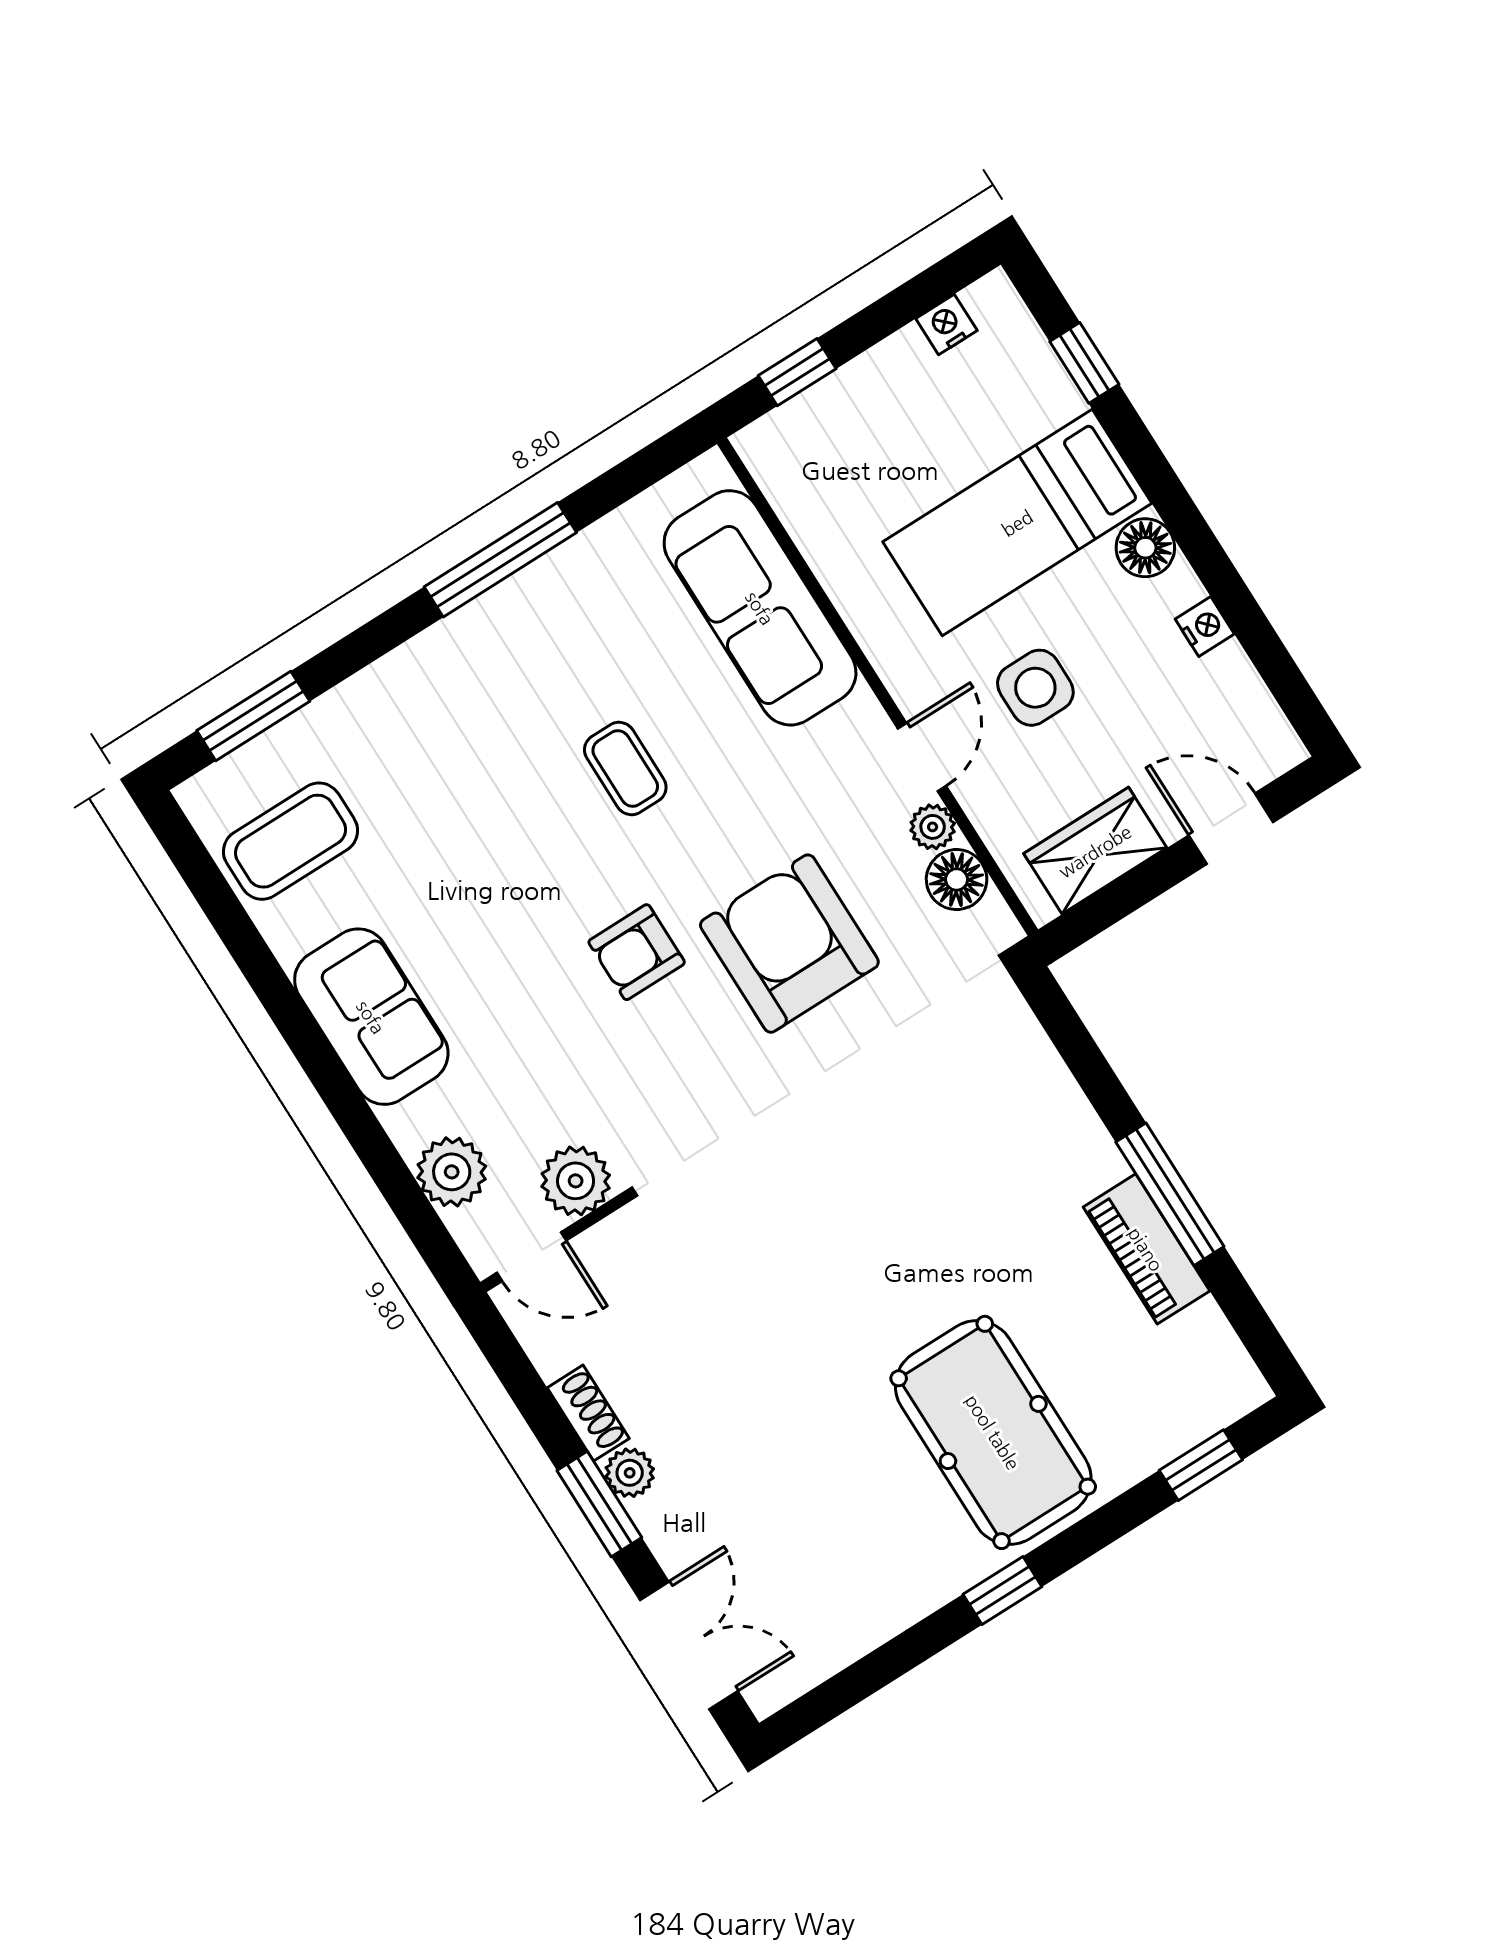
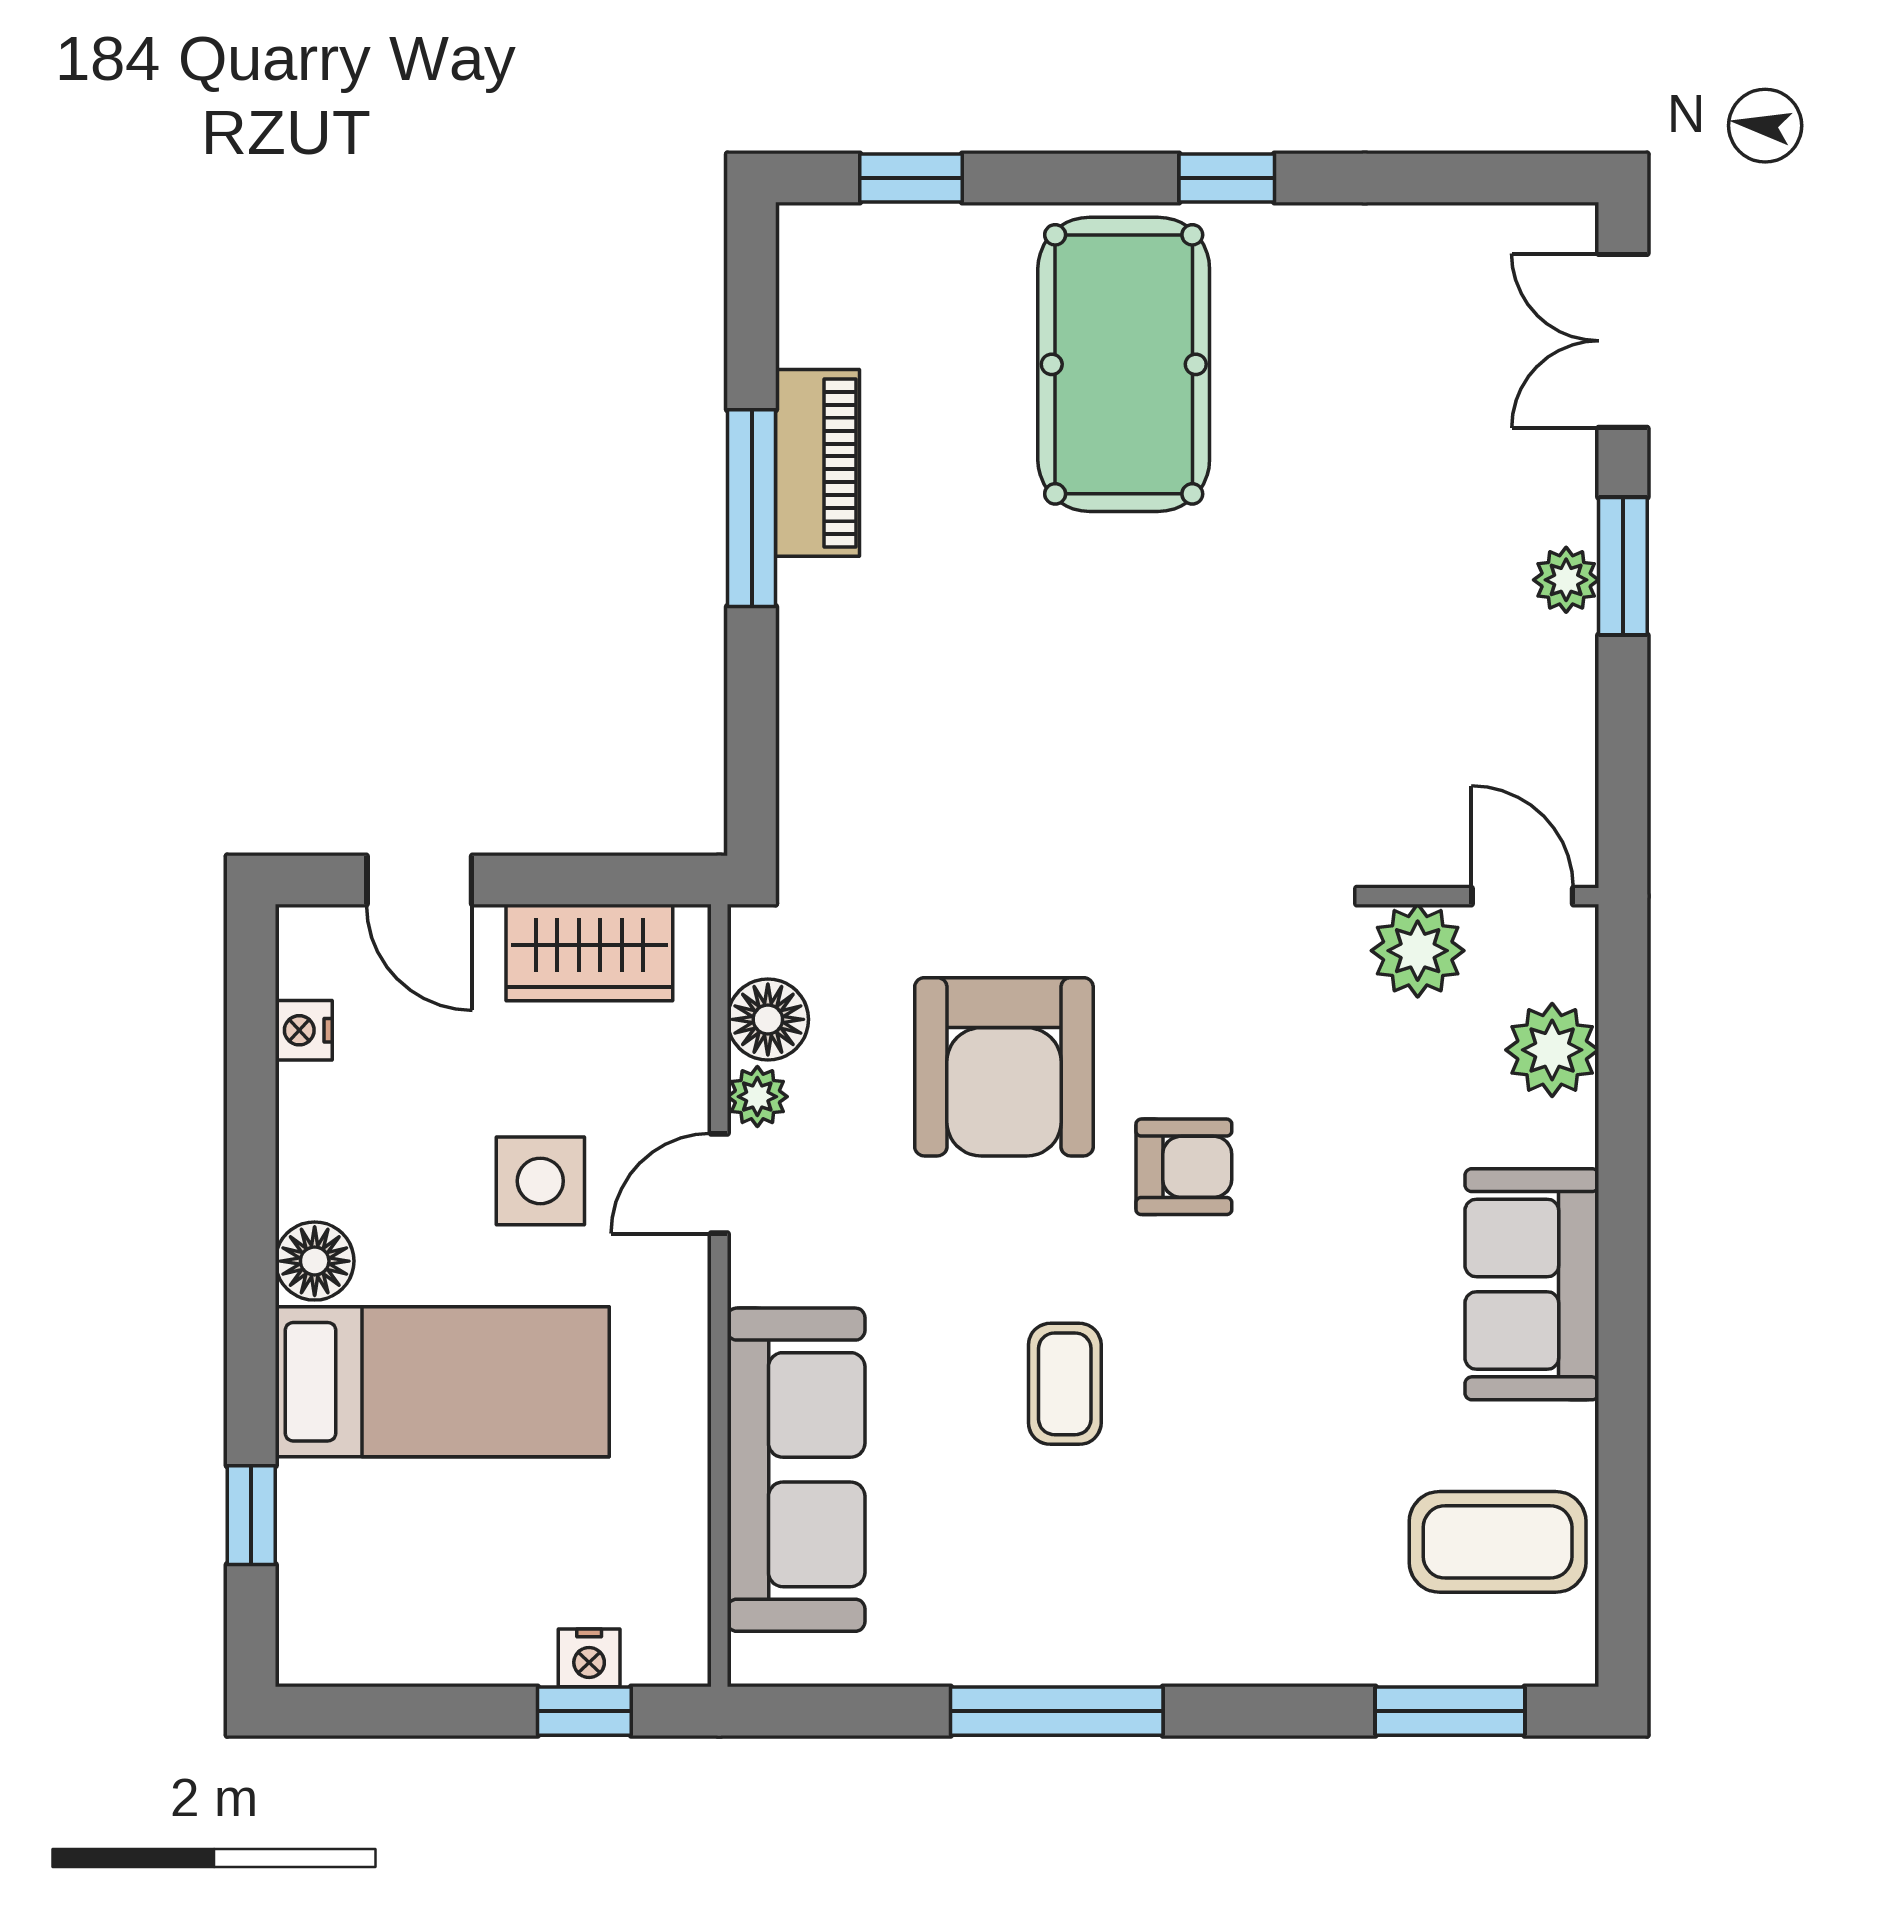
nightstand: (946, 325) -> (589, 1658), moved
nightstand: (1205, 627) -> (304, 1030), moved
shoe rack: (588, 1413) -> (1570, 678), removed

